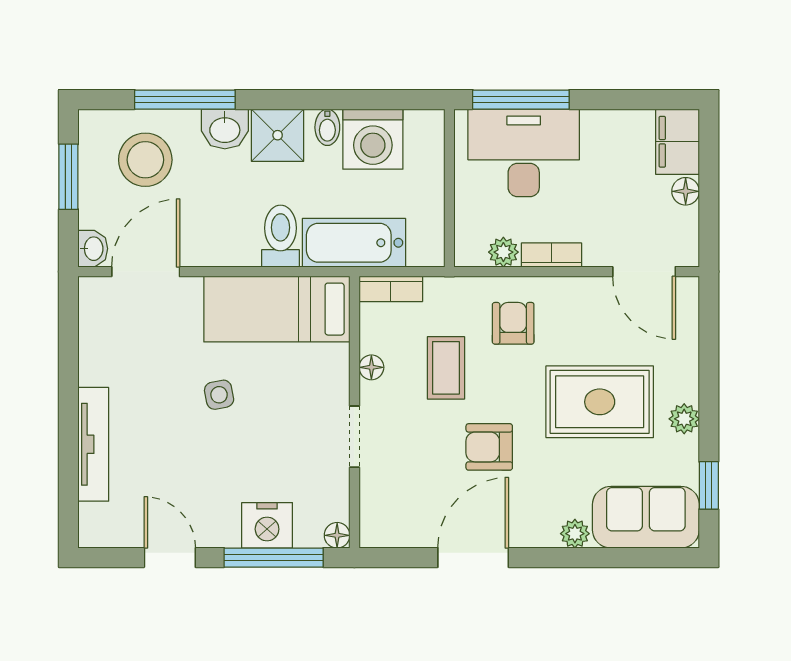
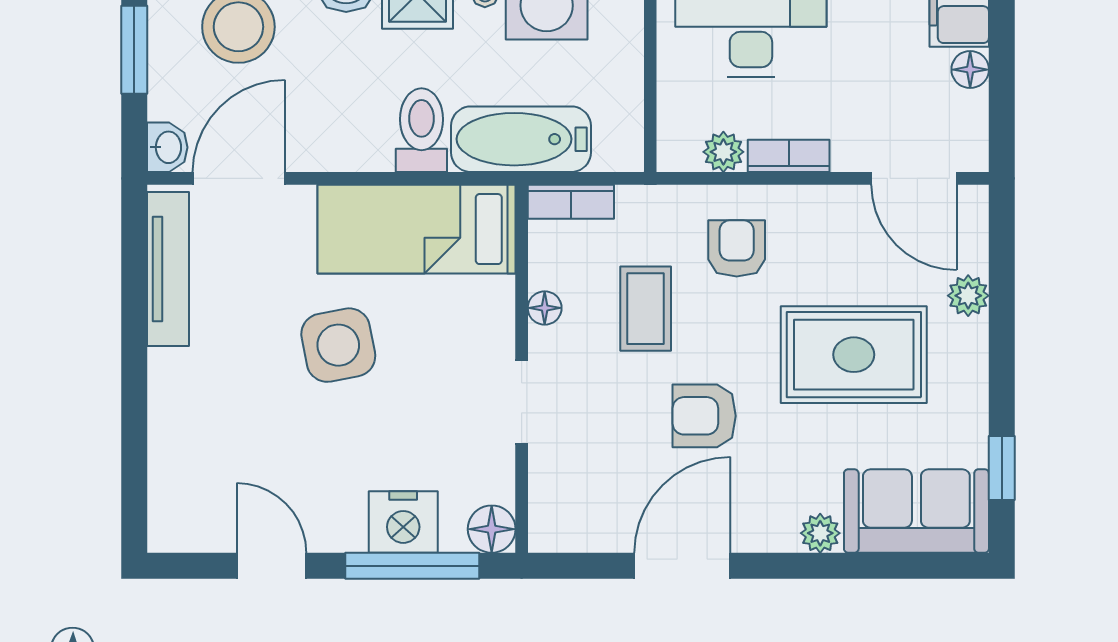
side table: (219, 395) -> (338, 345), width x1.87, depth x1.87
plant: (684, 419) -> (968, 296), moved
tv unit: (93, 444) -> (168, 269), moved
floor lamp: (337, 535) -> (492, 529), width x1.37, depth x1.37

